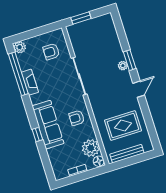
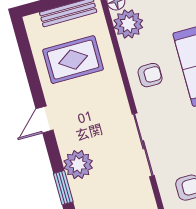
window: (130, 60) -> (63, 188), moved
plant: (123, 66) -> (78, 165), width x1.87, depth x1.87

